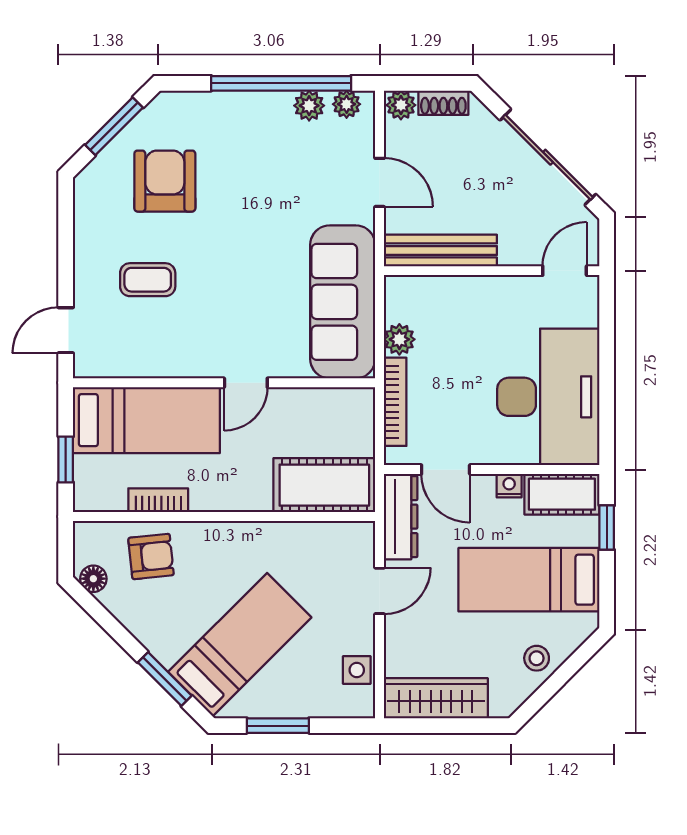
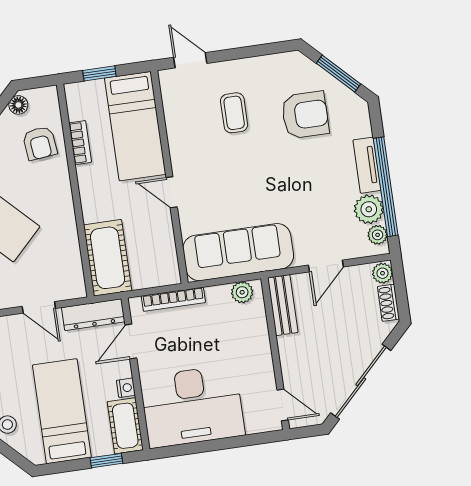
tv unit: (247, 105) -> (367, 165), added
plant: (309, 106) -> (369, 209), width x1.38, depth x1.38
bench: (440, 250) -> (283, 305), width x0.73
plant: (399, 339) -> (242, 292), moved

